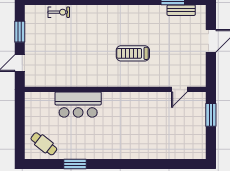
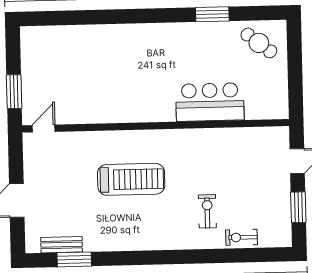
exercise bike: (82, 30) -> (207, 211), added
treadmill: (133, 53) -> (131, 179), width x1.37, depth x1.38
door: (179, 89) -> (44, 128), moved

